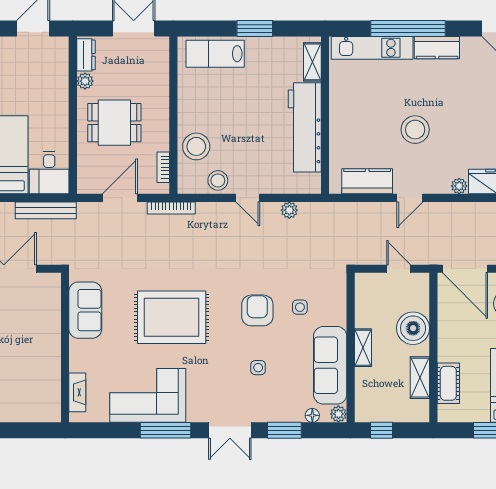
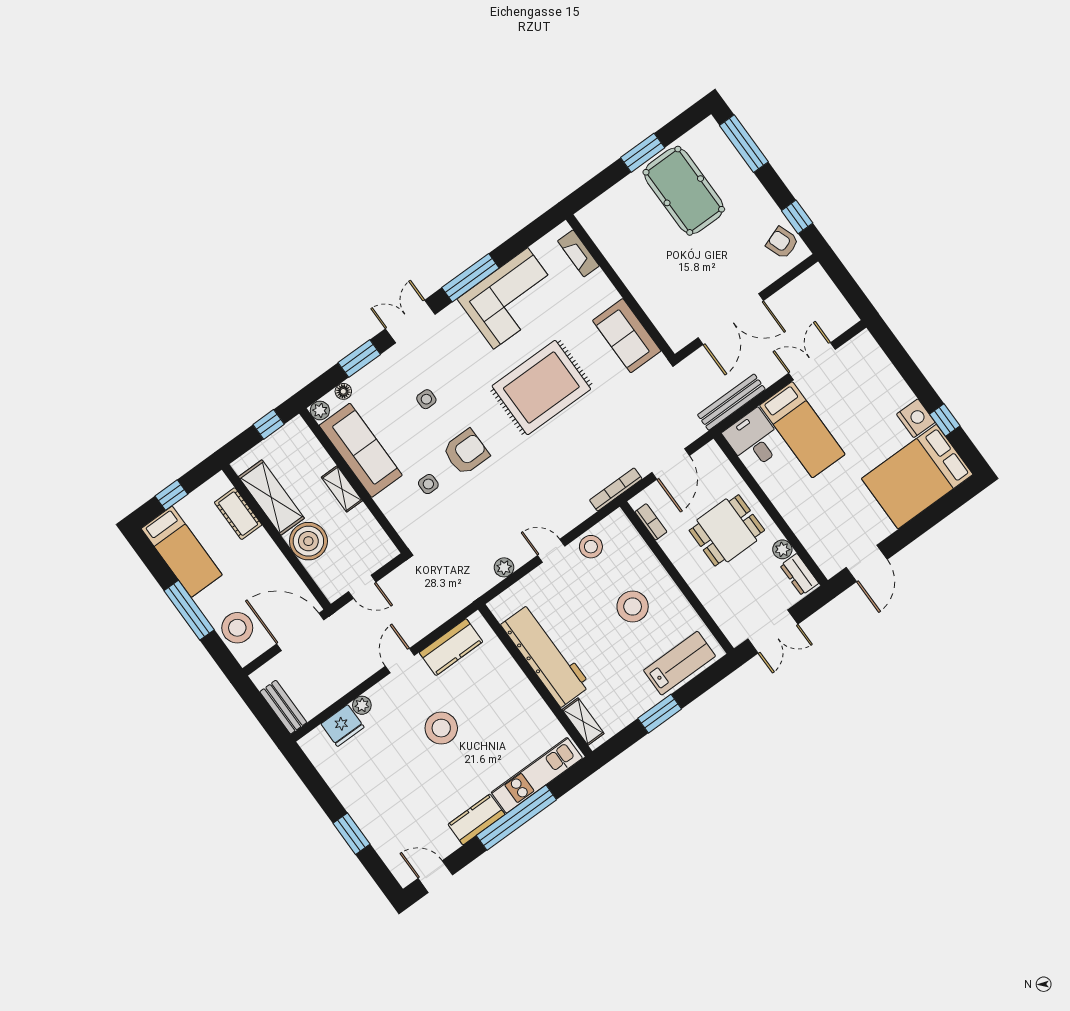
stool: (196, 146) -> (633, 607), moved
armchair: (257, 310) -> (466, 452), turned -90
shelving: (420, 378) -> (271, 498), width x1.50, depth x1.33

